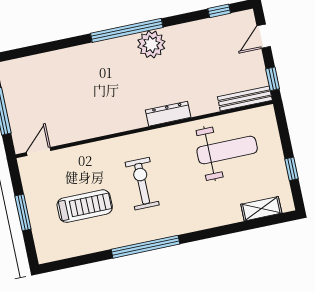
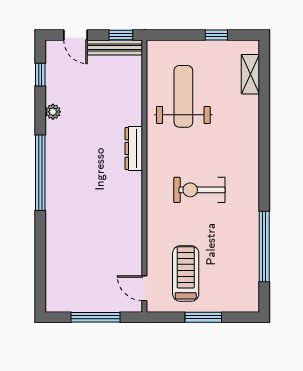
plant: (151, 44) -> (53, 112), moved, width x0.53, depth x0.53
bench: (245, 98) -> (115, 47), moved, turned 90
treadmill: (85, 206) -> (186, 274), moved
window: (146, 247) -> (264, 247), moved

